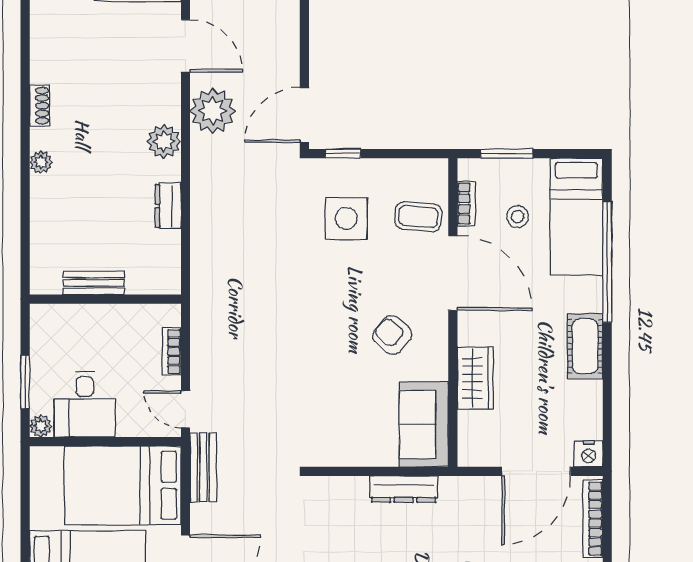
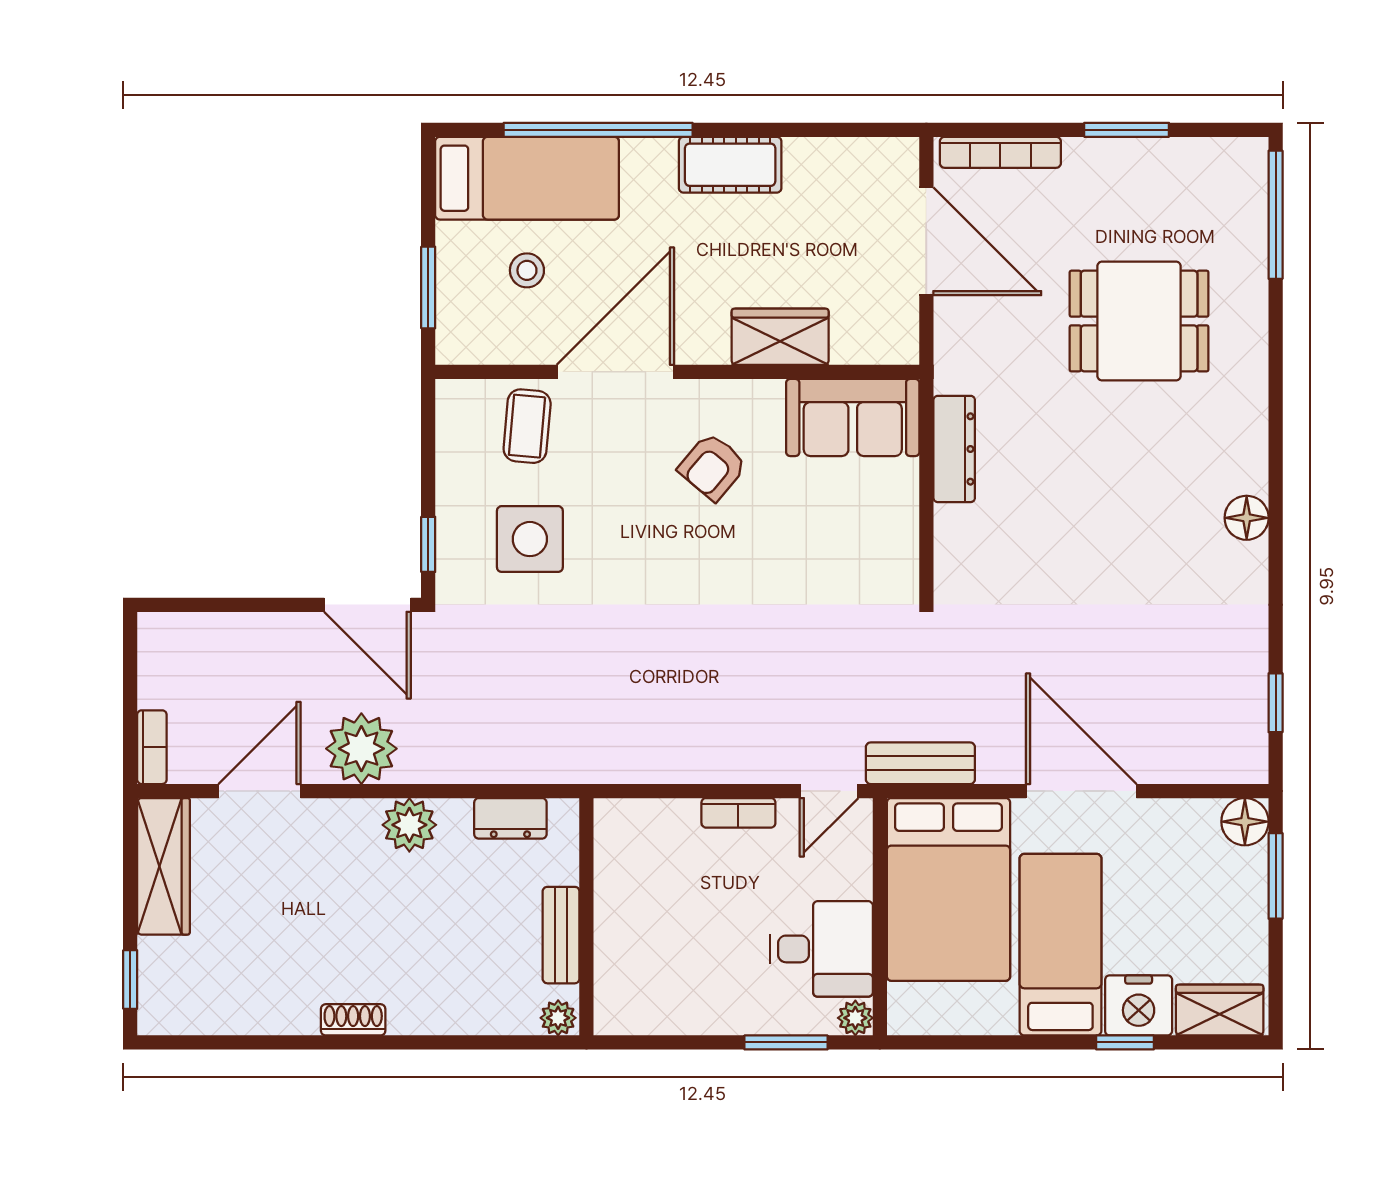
plant: (41, 162) -> (558, 1018), moved
bookcase: (466, 204) -> (507, 351), removed
bench: (94, 283) -> (561, 935), moved
wall: (105, 299) -> (586, 917), moved
nightstand: (589, 454) -> (899, 159), removed

